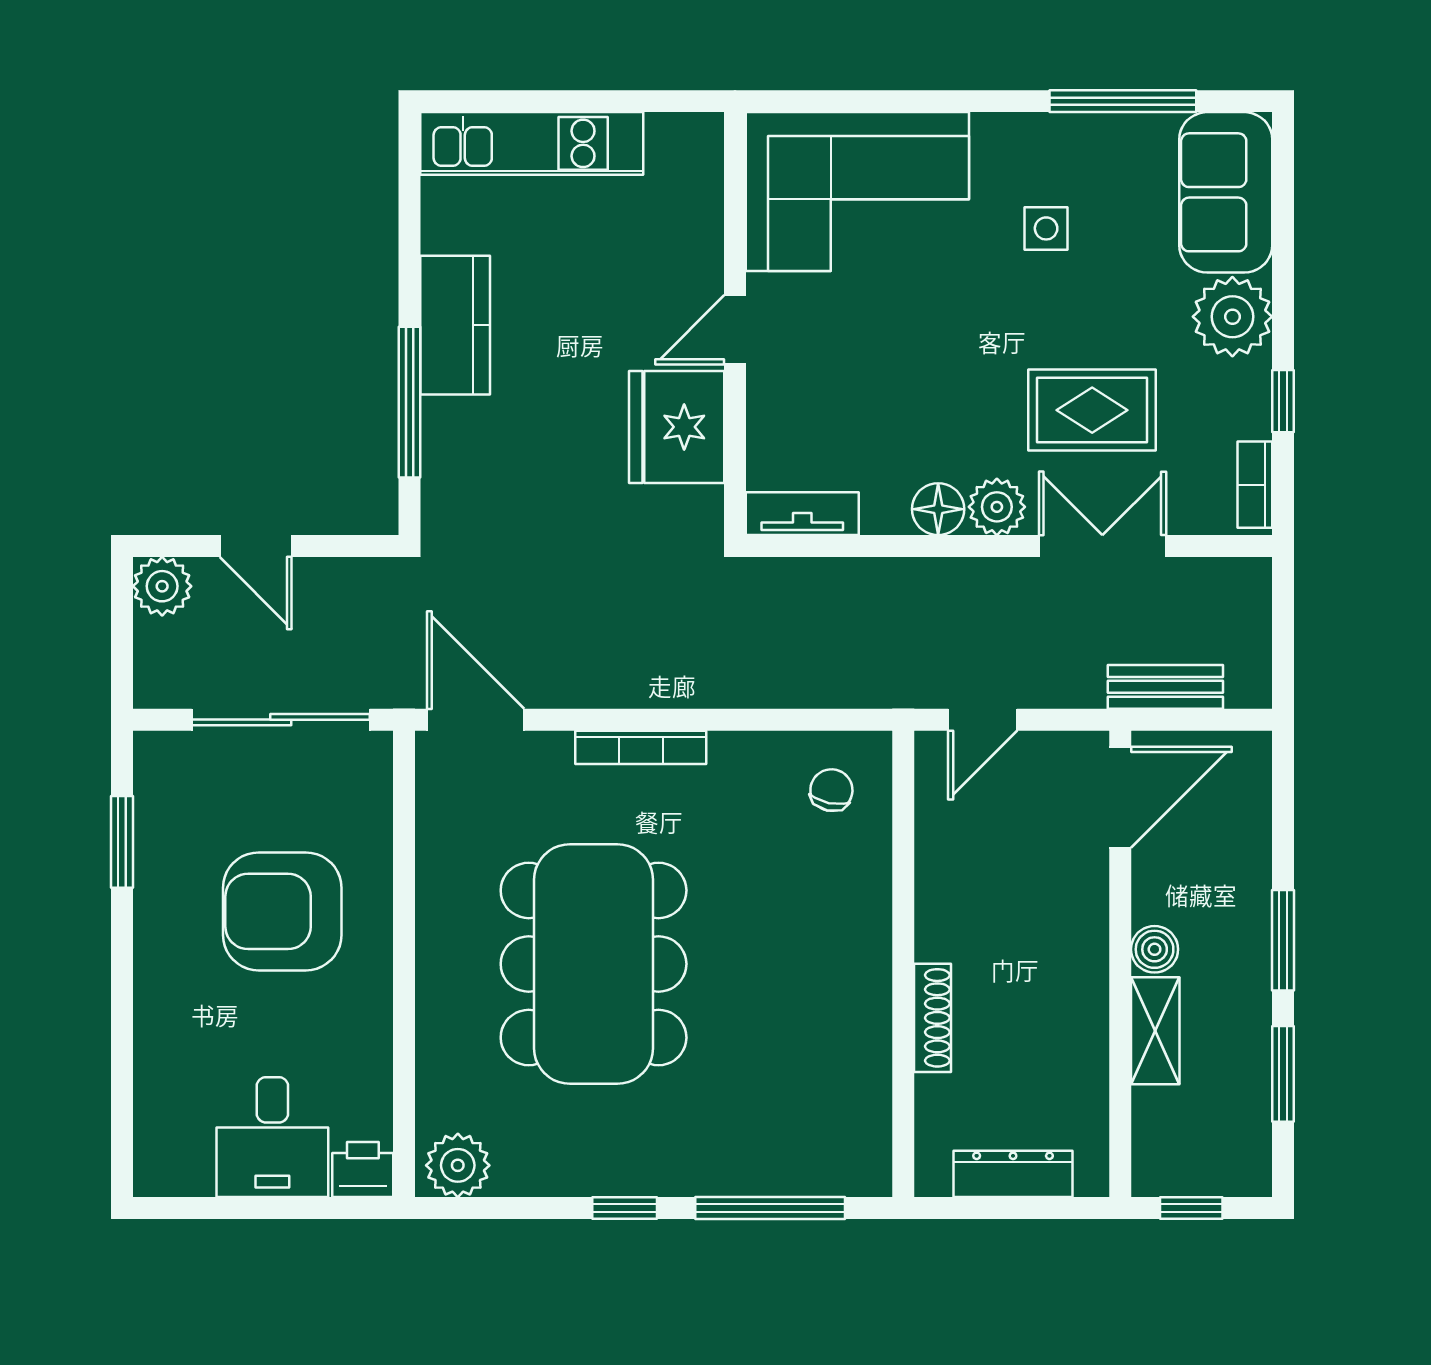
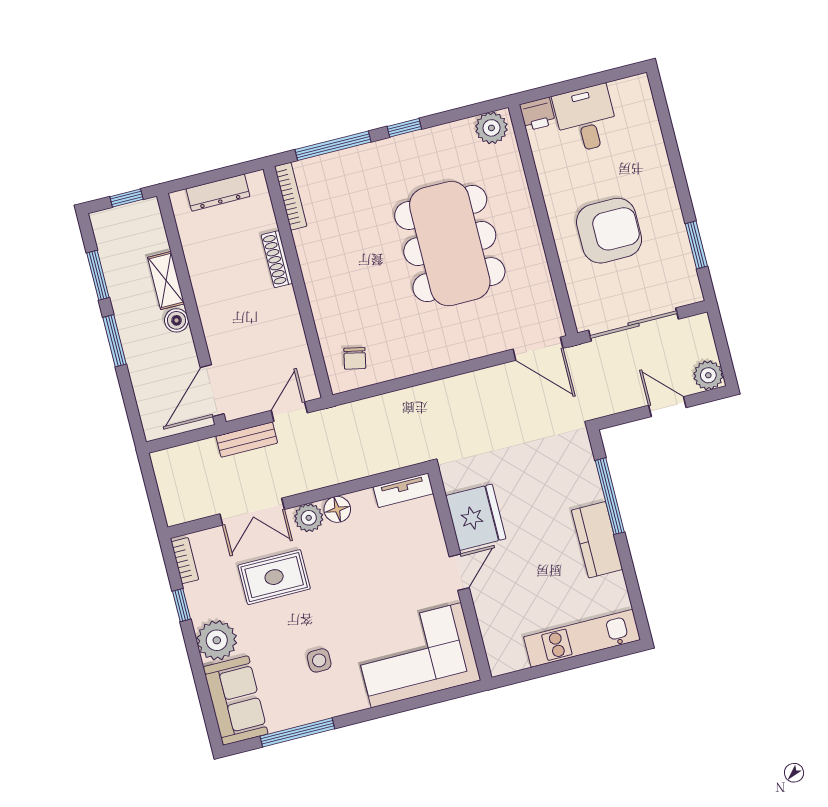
bench: (1165, 687) -> (247, 440), moved
bookcase: (641, 747) -> (291, 196), moved, turned 90

